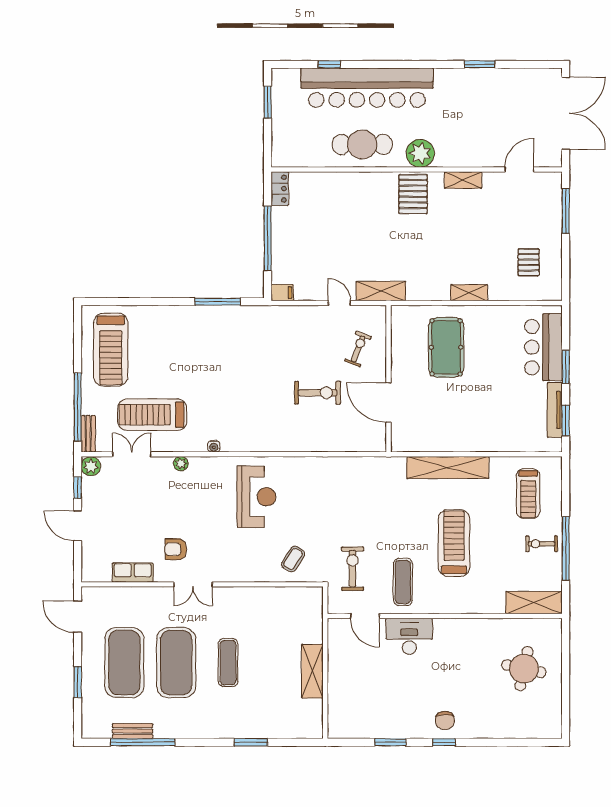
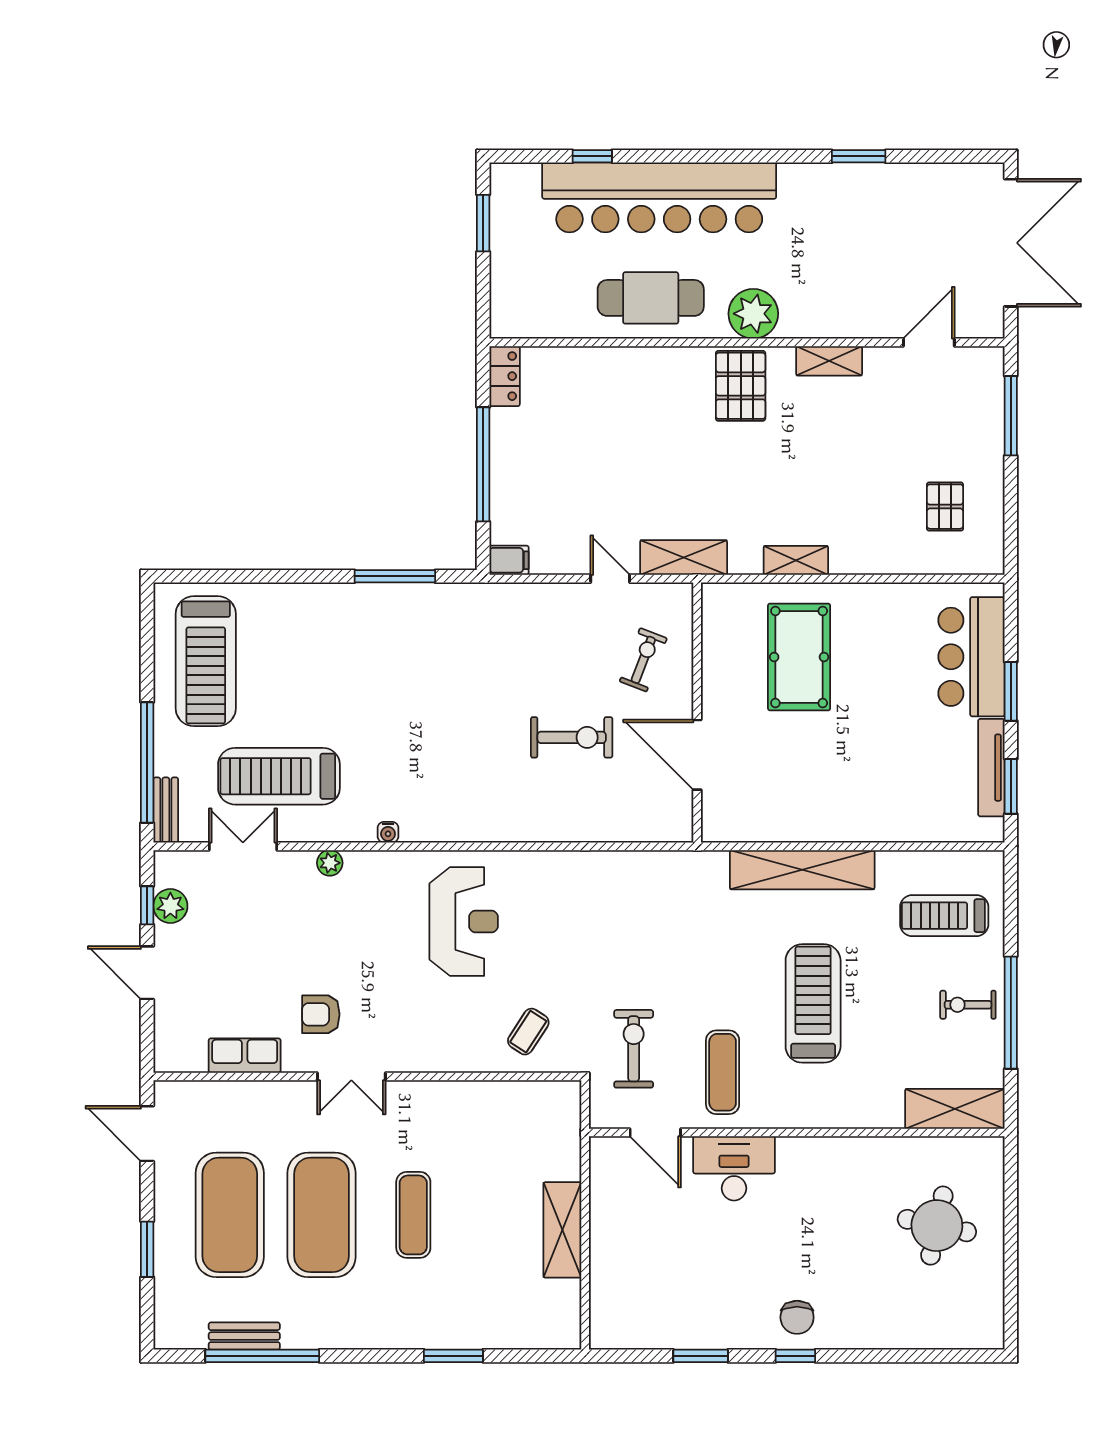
shelving: (469, 293) -> (796, 560), moved
plant: (91, 466) -> (170, 906), moved
treadmill: (528, 493) -> (944, 916), turned 90

